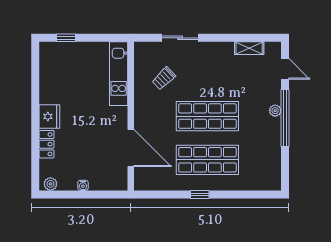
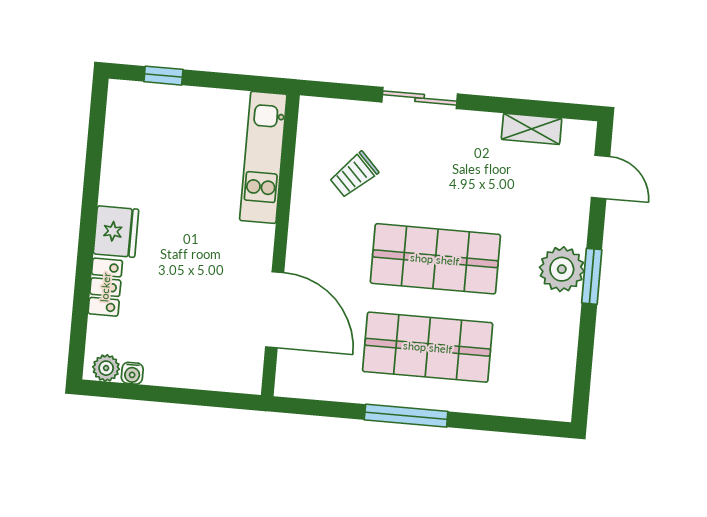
sliding door: (180, 38) -> (420, 98), moved
plant: (275, 111) -> (562, 269), width x1.88, depth x1.88
window: (285, 118) -> (592, 276), width x0.47
water cooler: (83, 185) -> (132, 373), moved
window: (200, 194) -> (406, 416), width x2.17

